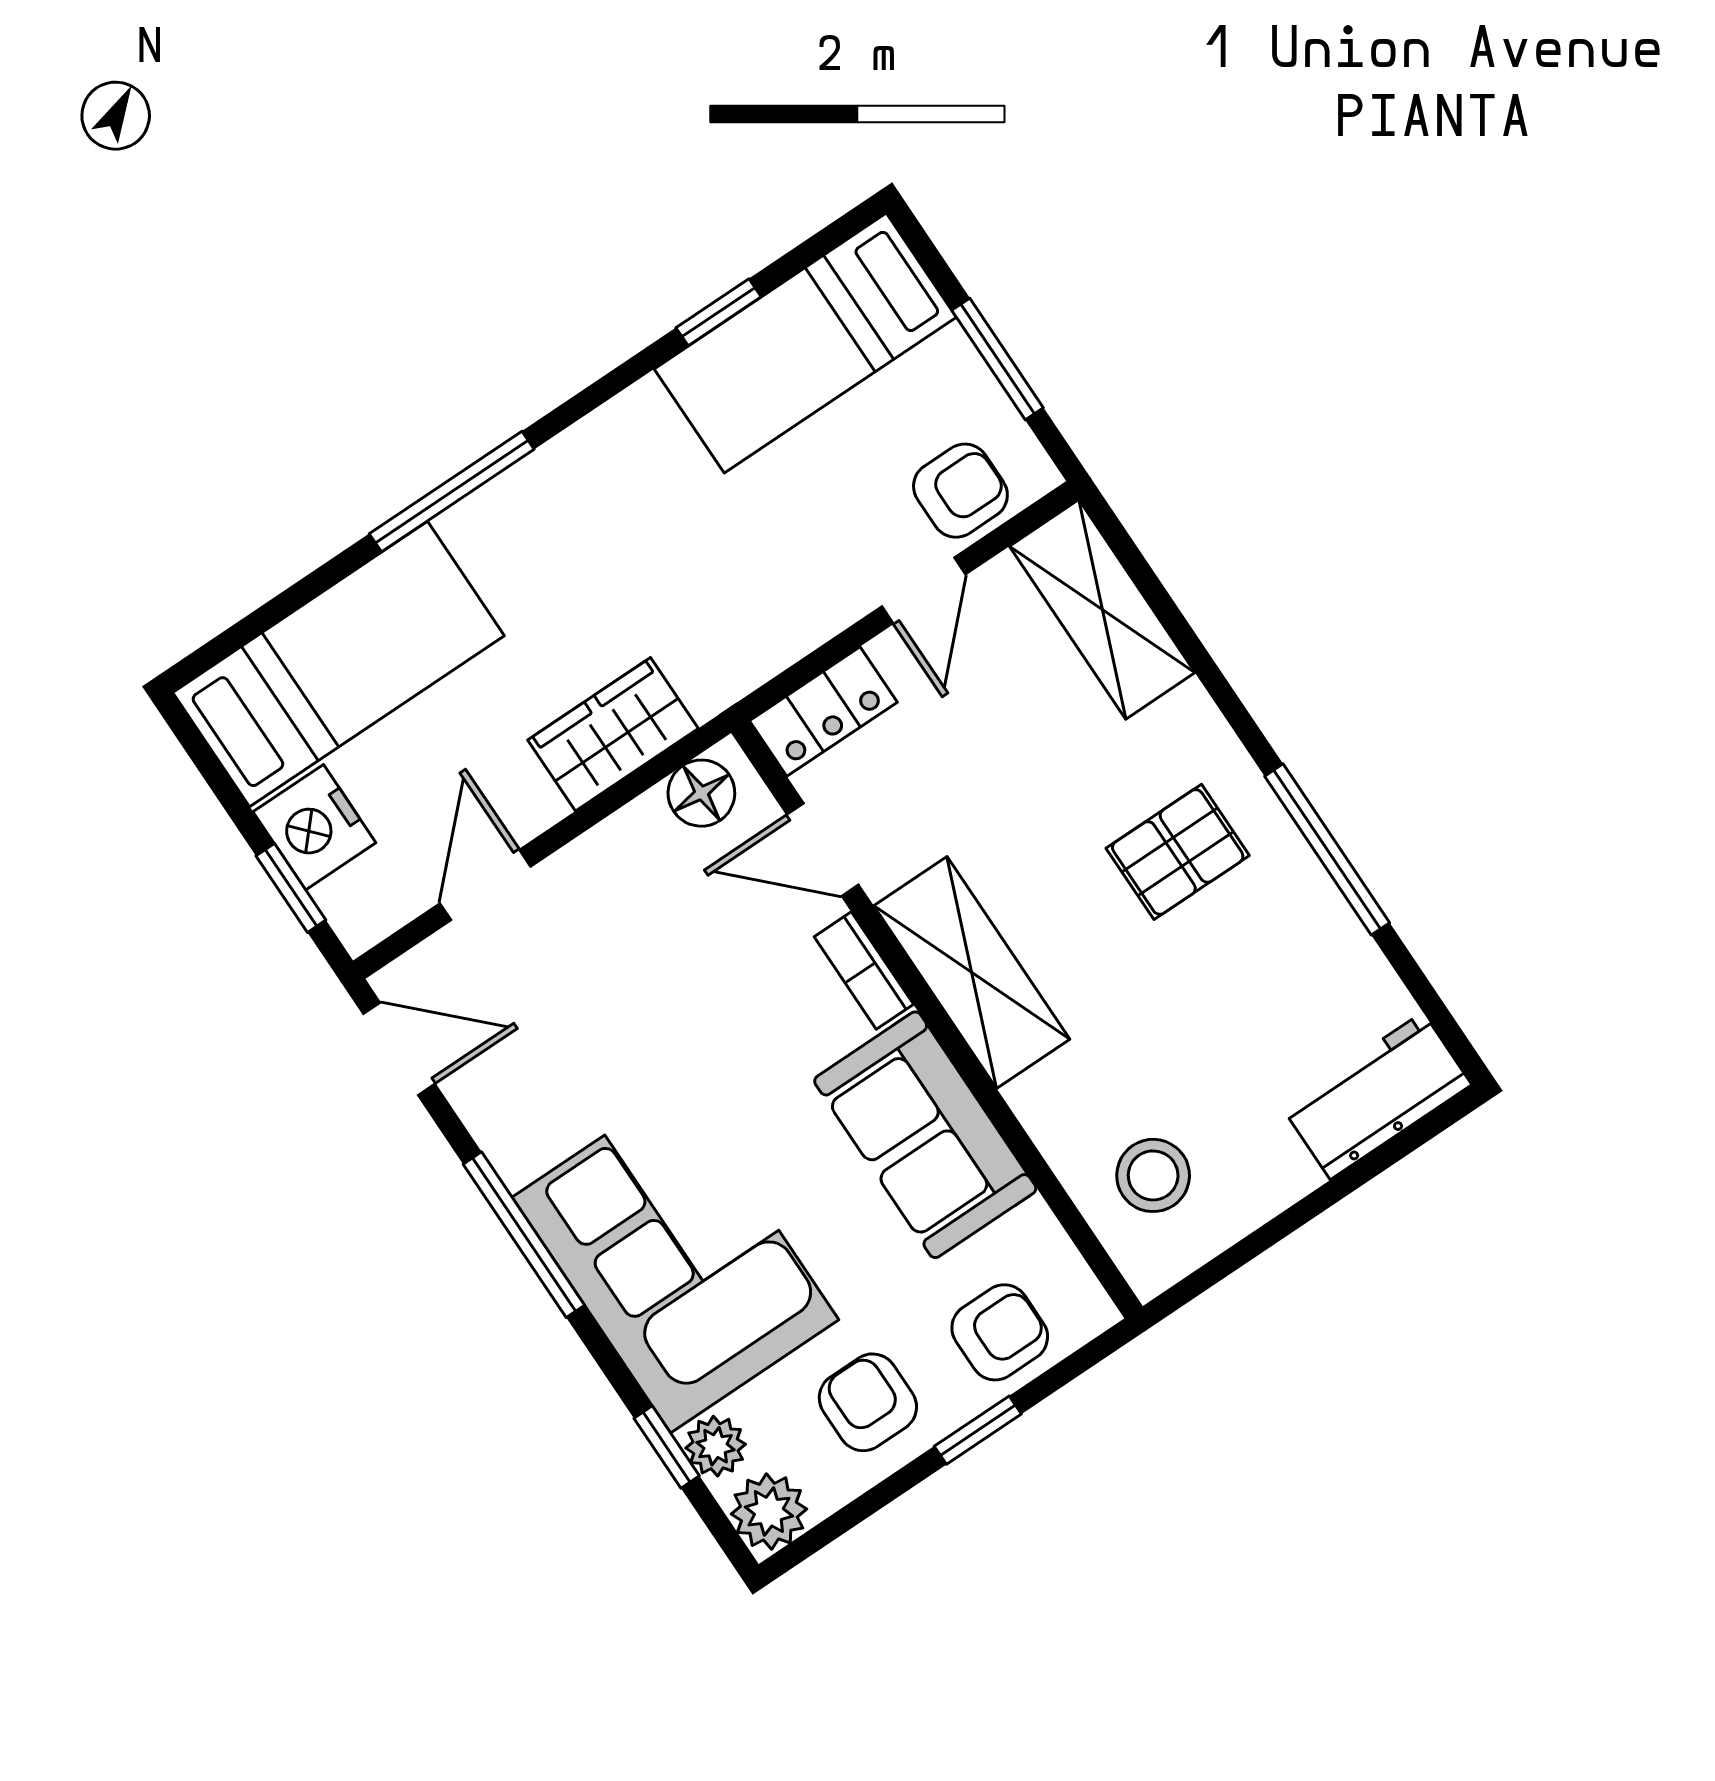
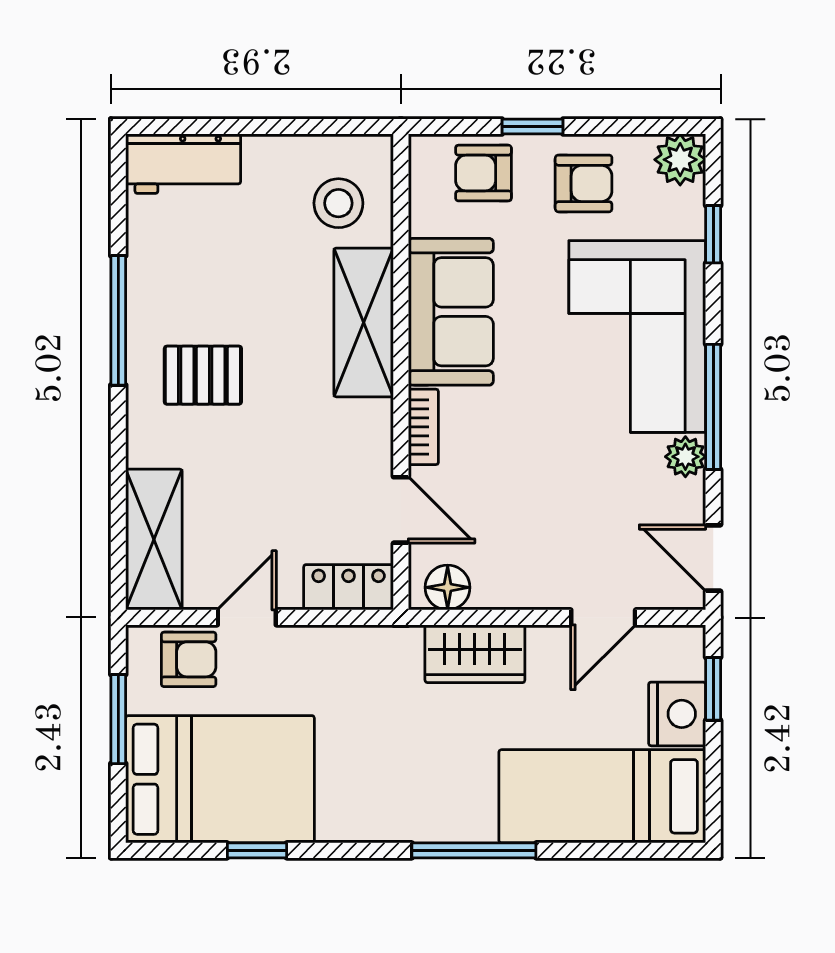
bed: (805, 343) -> (220, 779), width x1.50
armchair: (960, 491) -> (189, 659), turned 180
shelving: (972, 972) -> (364, 322), moved
armchair: (868, 1402) -> (584, 183), turned -90
plant: (716, 1446) -> (685, 457), moved

